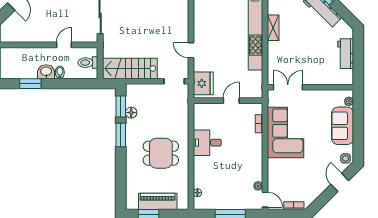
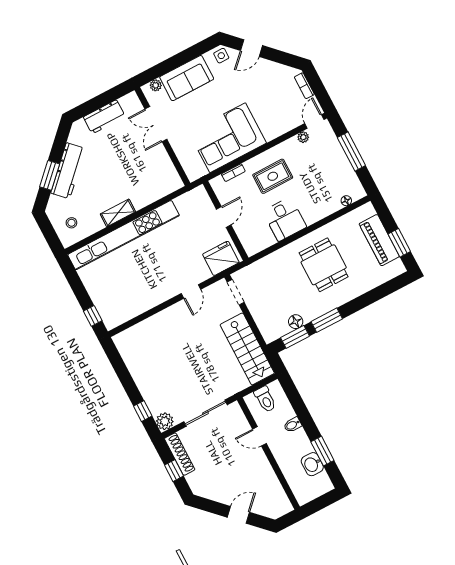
washbasin: (46, 72) -> (312, 464), moved
double door: (288, 87) -> (156, 124), moved
door: (231, 101) -> (224, 217), swing flipped
rug: (242, 150) -> (273, 176), added

